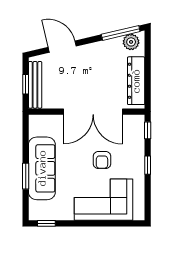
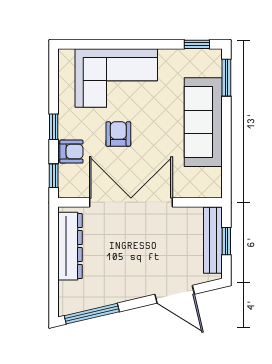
plant: (131, 42) -> (77, 301), removed
armchair: (135, 148) -> (71, 152), added
window: (26, 176) -> (226, 78), moved

